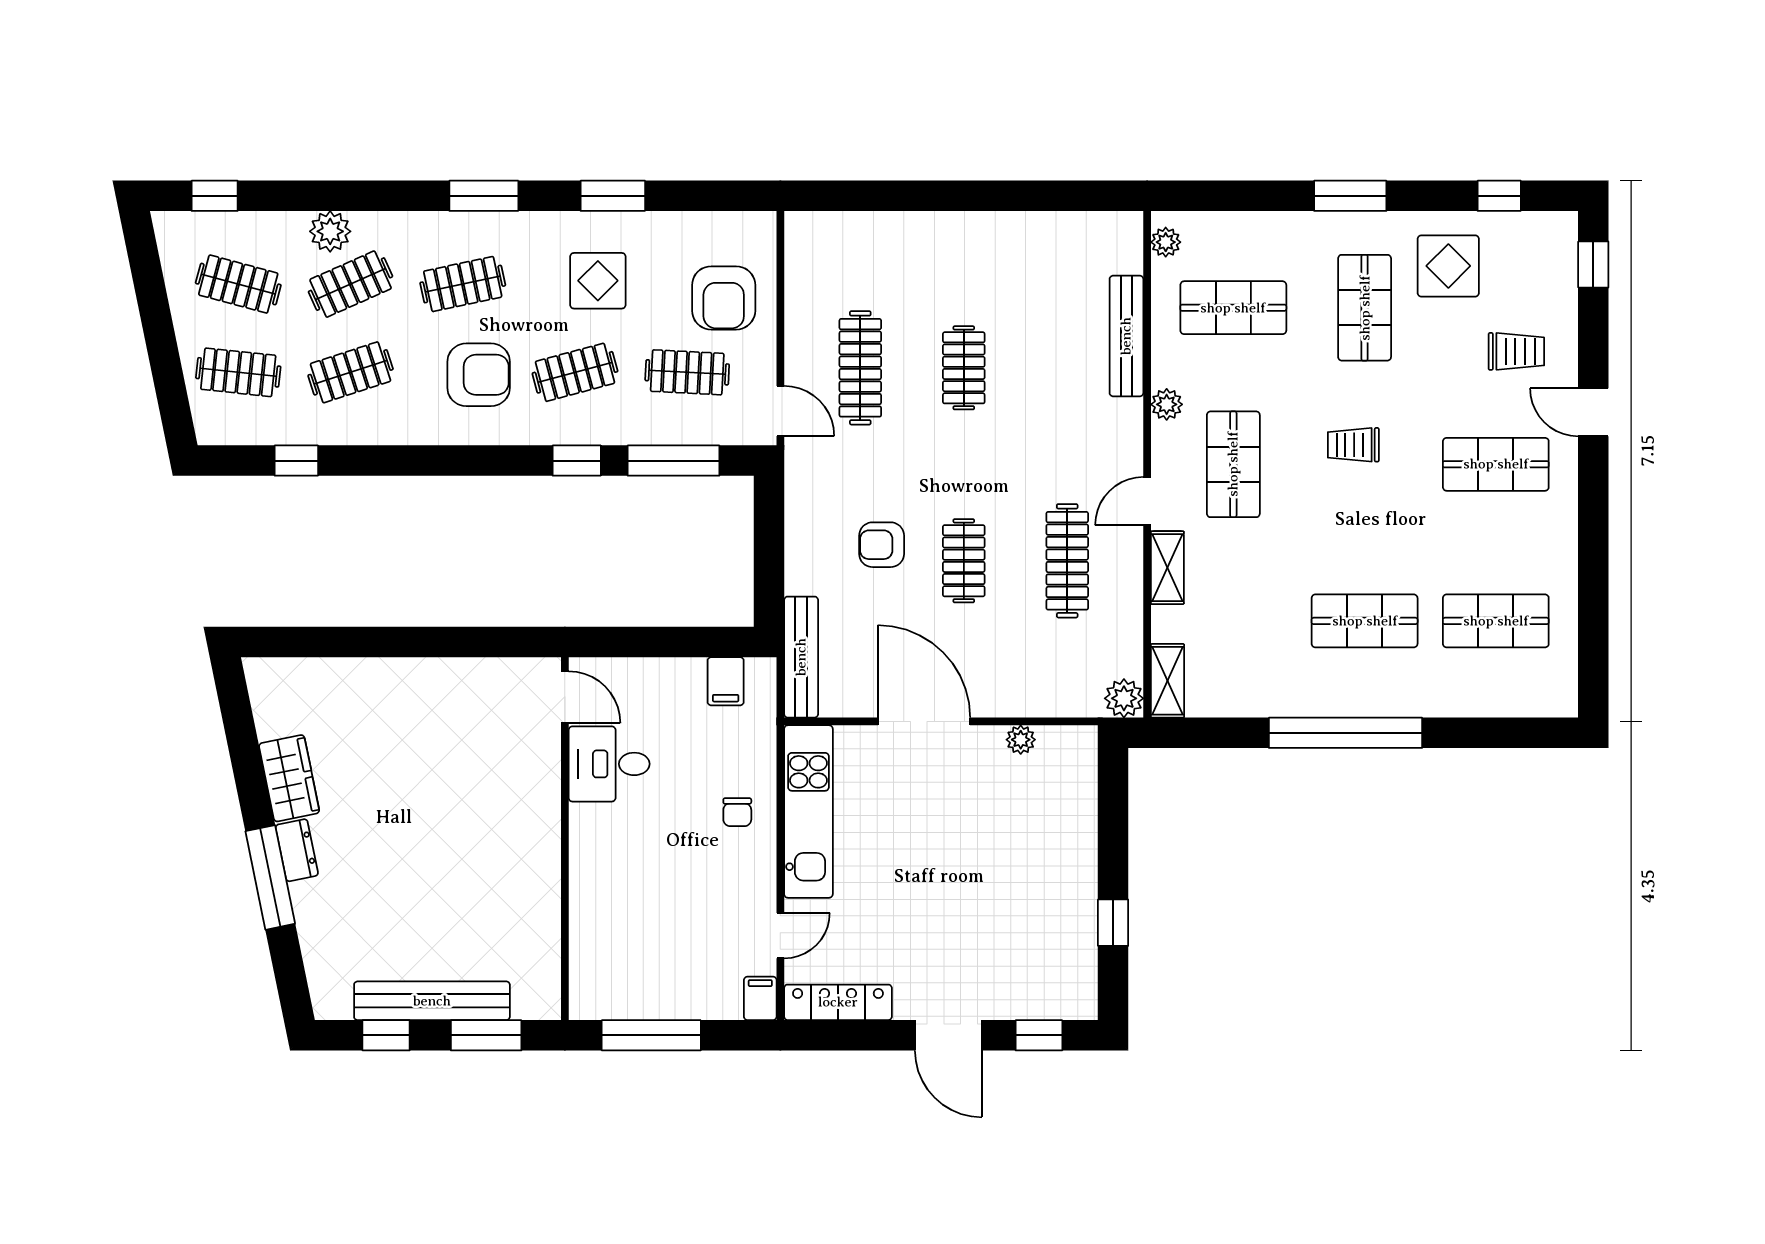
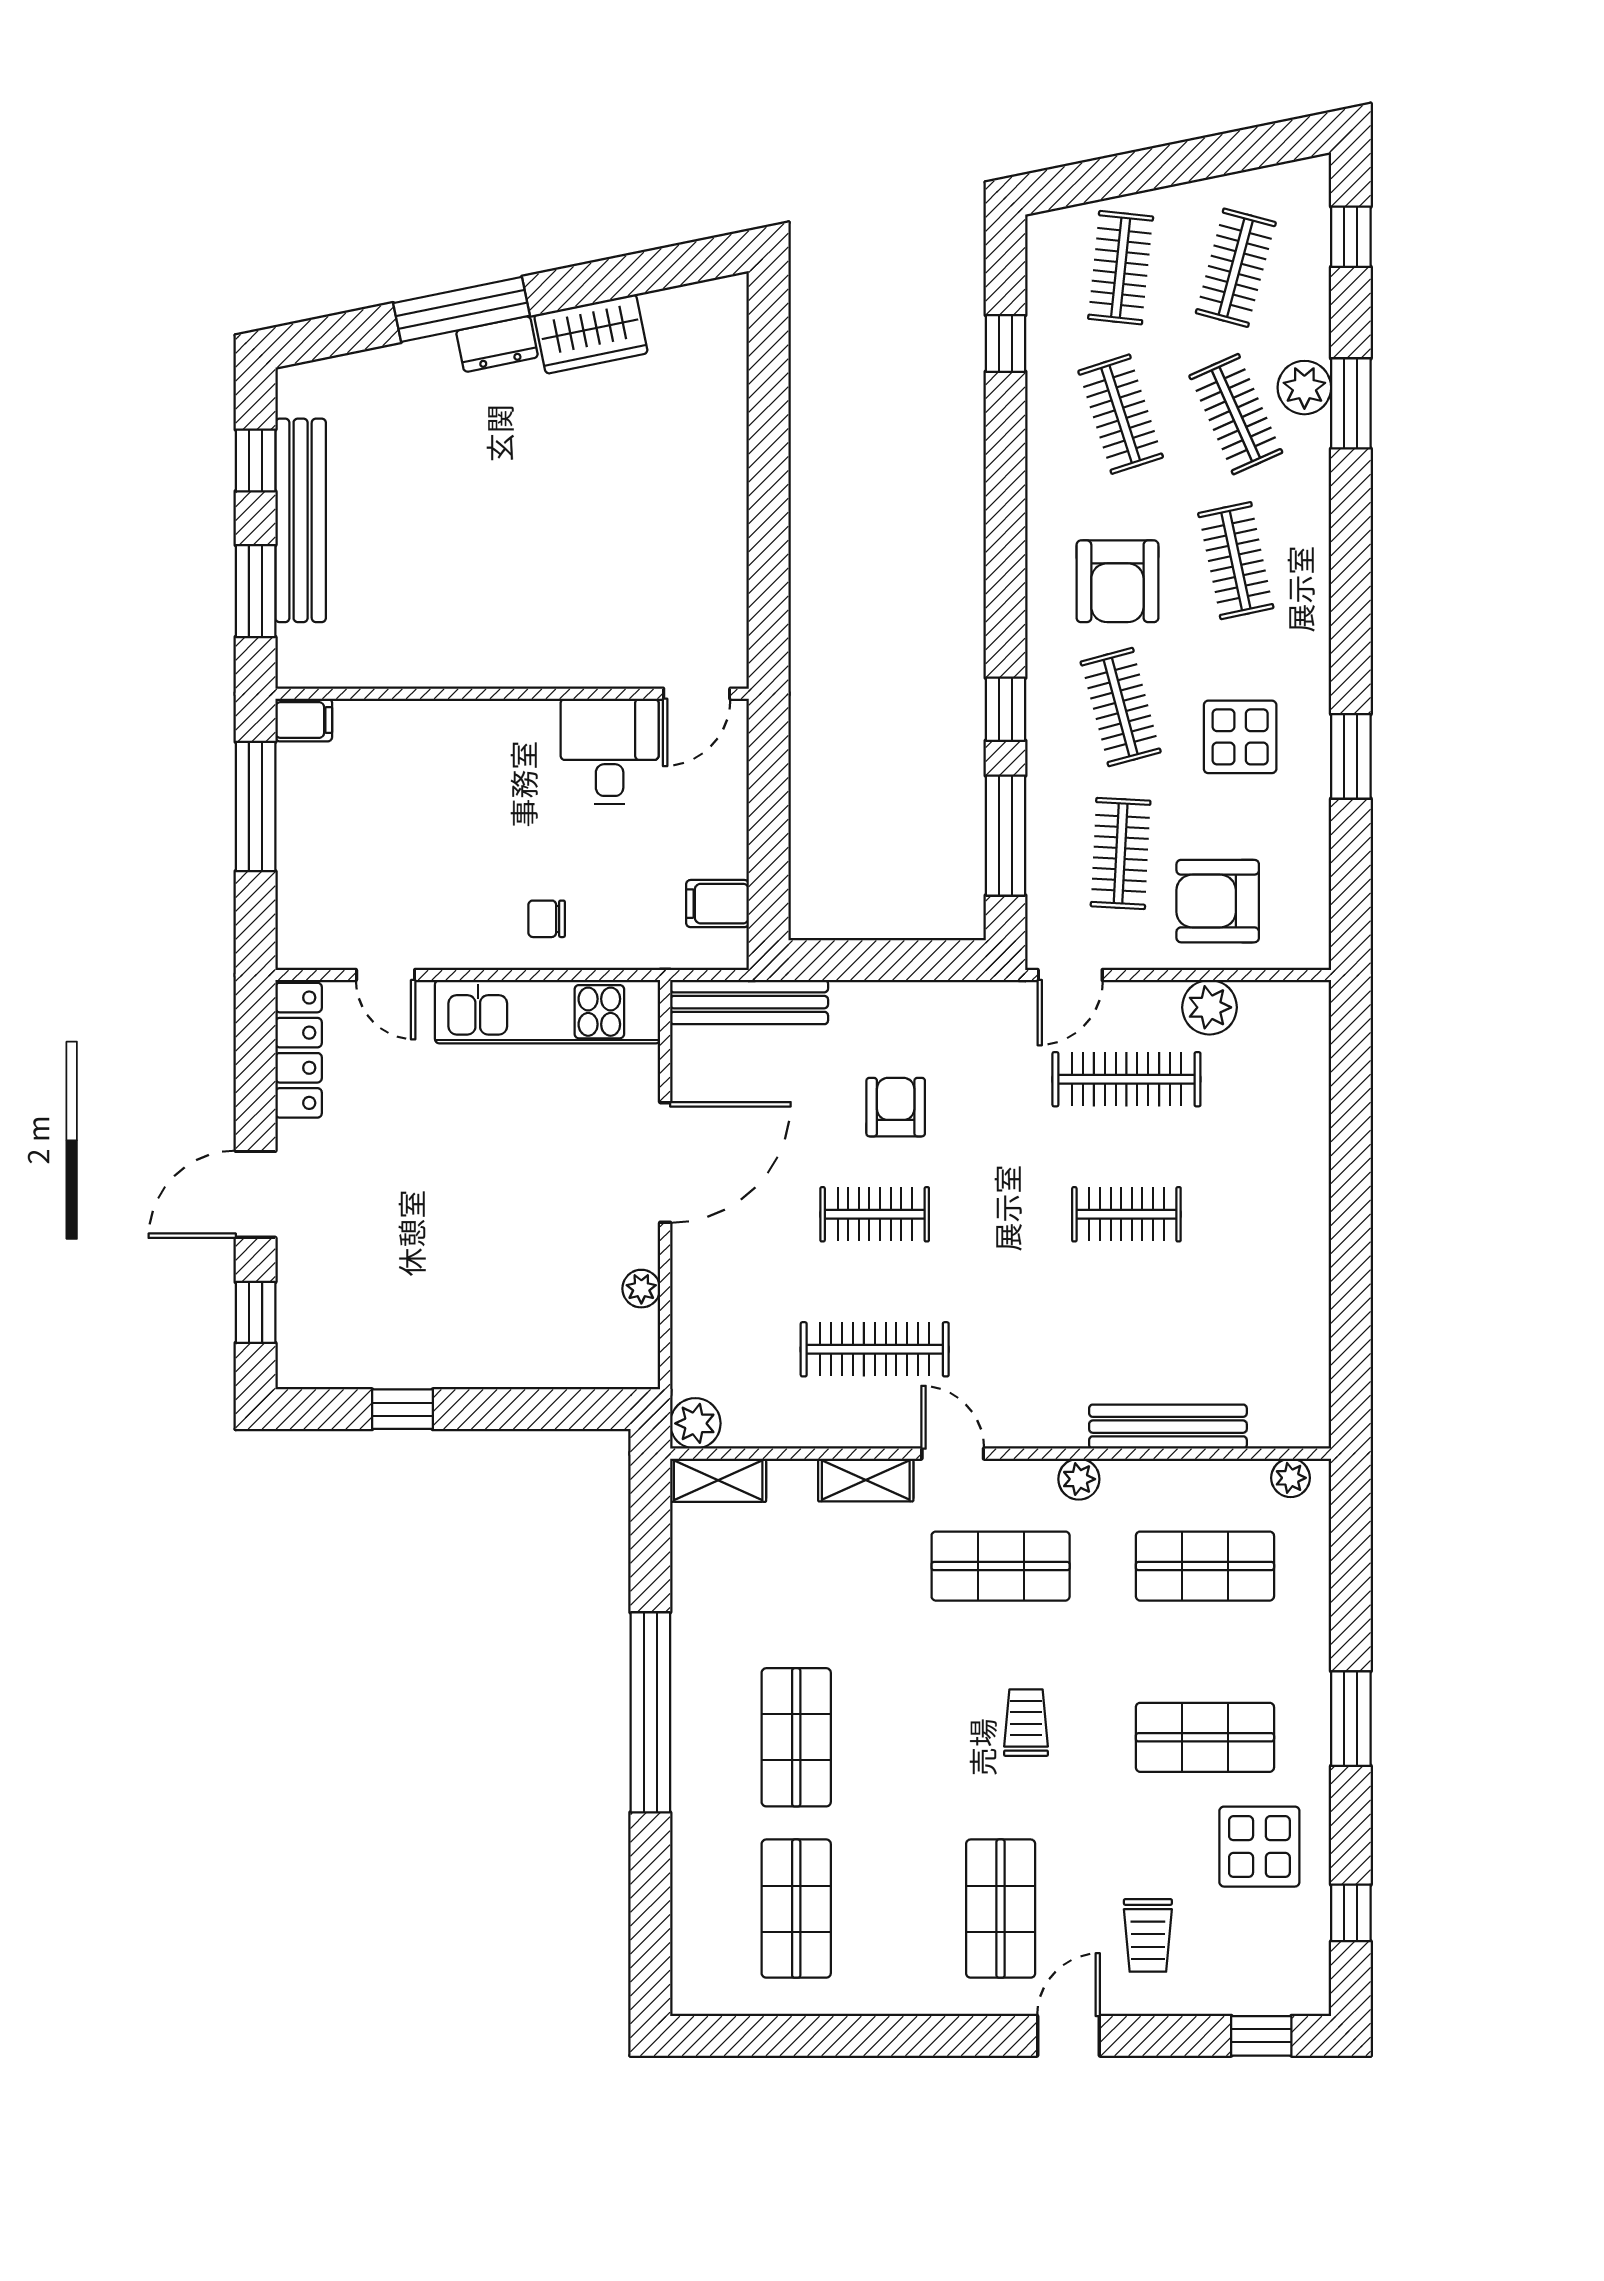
window: (484, 196) -> (1351, 403), moved
plant: (805, 304) -> (1209, 1007), added
shop shelf: (1233, 308) -> (1205, 1566), turned 90
filing cabinet: (760, 998) -> (304, 720), moved

